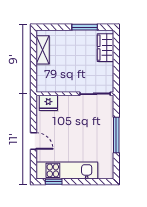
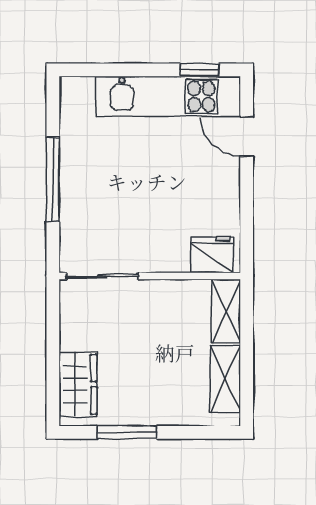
shelving: (42, 79) -> (226, 311), added
door: (34, 141) -> (247, 137), moved

